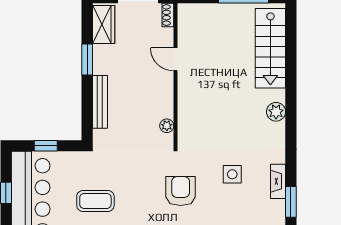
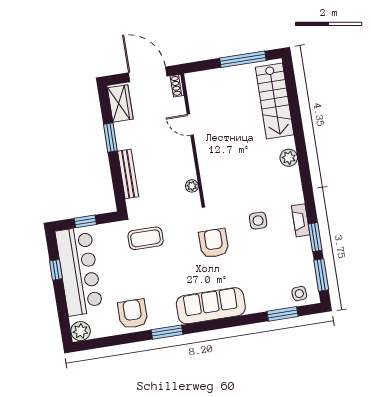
coffee table: (95, 201) -> (146, 238), moved

